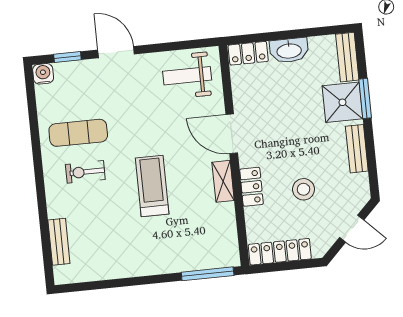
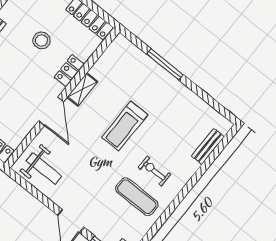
exercise bike: (85, 172) -> (154, 171), turned 180
window: (208, 274) -> (165, 64), moved

